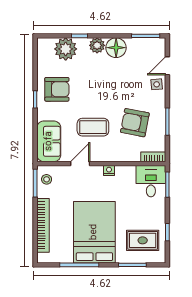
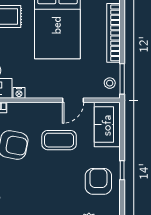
armchair: (57, 89) -> (98, 181), turned 90
nightstand: (109, 170) -> (19, 93), moved

